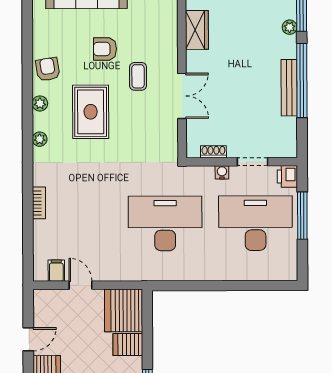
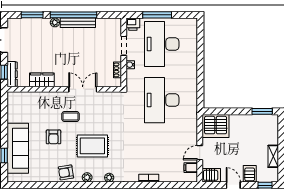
plant: (290, 27) -> (55, 22), moved
server rack: (128, 345) -> (211, 175), moved, turned -90

